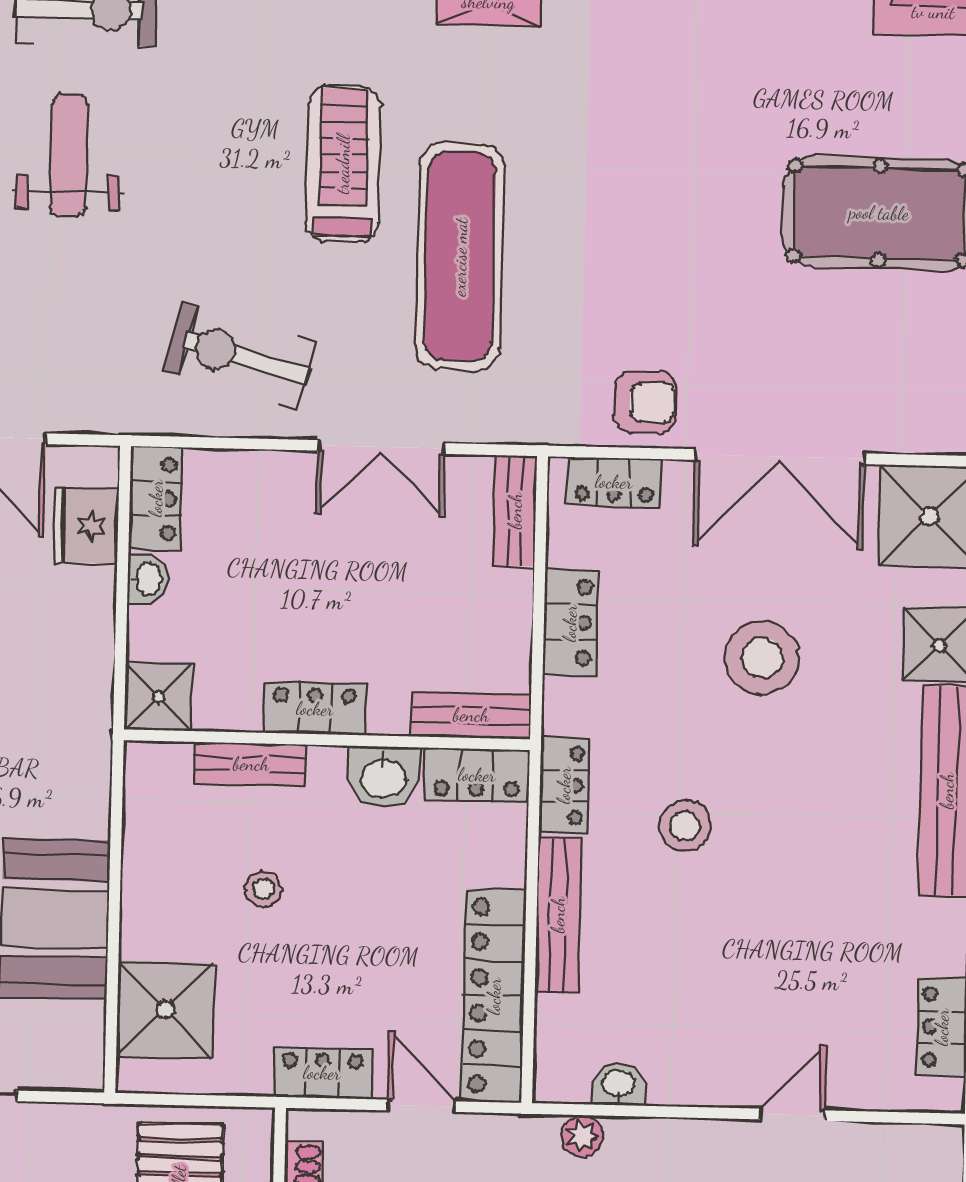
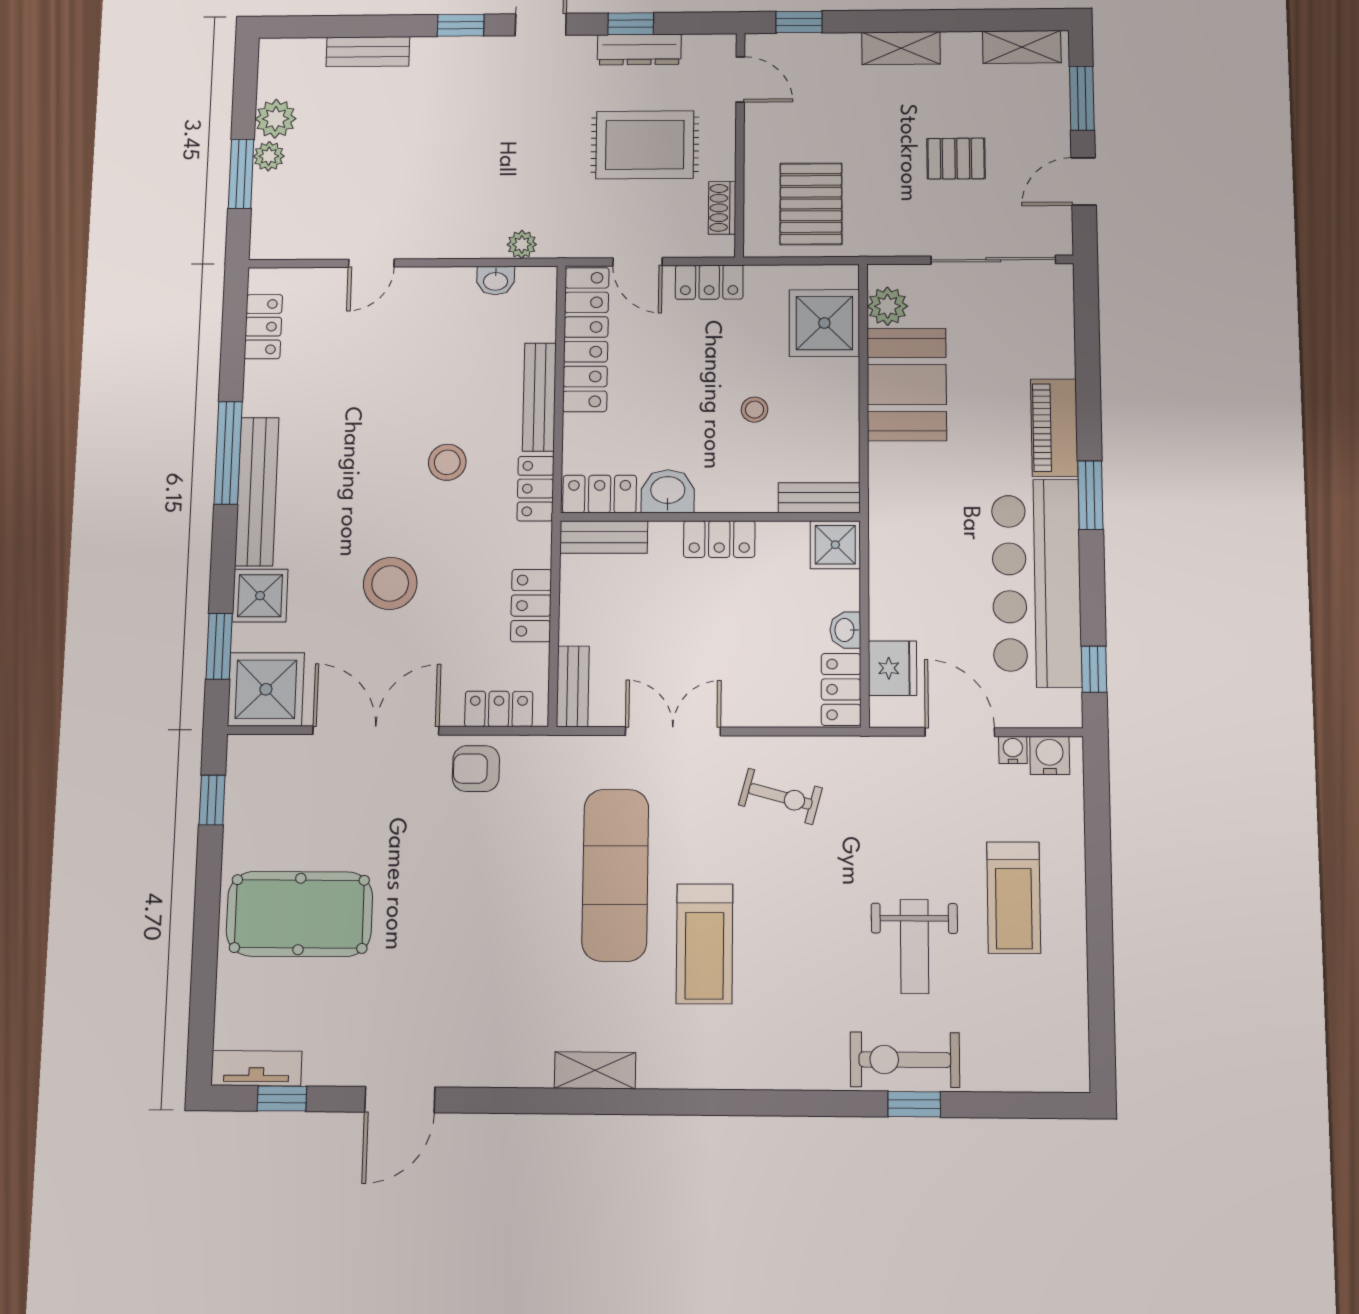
exercise bike: (240, 356) -> (780, 796), width x0.73, depth x0.72
bench: (251, 764) -> (819, 498), moved
plant: (78, 1031) -> (887, 306), added

